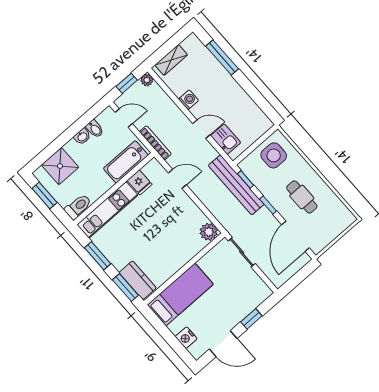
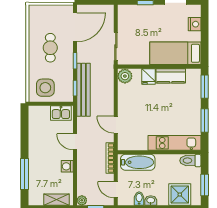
kitchen sink: (226, 139) -> (61, 113), moved, turned -90
fridge: (140, 182) -> (148, 76), moved, turned 180
kitchen counter: (138, 280) -> (171, 76), moved, turned -90

